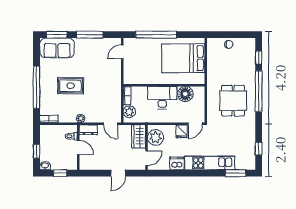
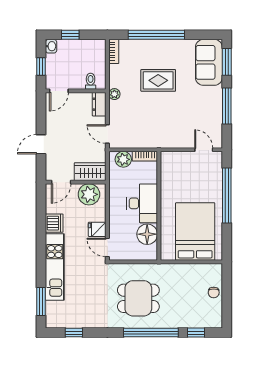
rug: (71, 86) -> (158, 80), turned 90
door: (111, 124) -> (107, 134), hinge flipped
door: (78, 147) -> (59, 91), moved
door: (146, 158) -> (61, 182), hinge flipped
door: (118, 173) -> (41, 144), hinge flipped

